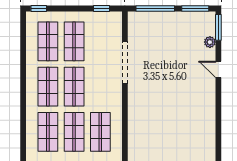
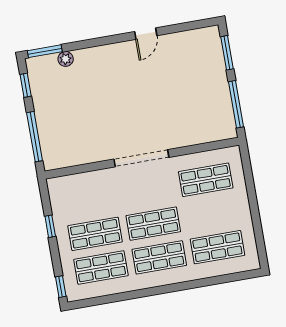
window: (102, 8) -> (50, 226), moved
window: (195, 8) -> (26, 85), width x0.67
doorway: (125, 63) -> (141, 158), moved
door: (218, 69) -> (146, 34), moved
shop shelf: (74, 132) -> (212, 213), removed

